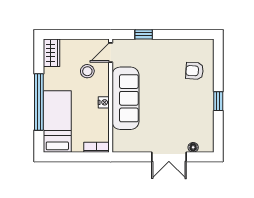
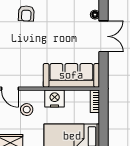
sofa: (125, 98) -> (71, 75), moved
nightstand: (104, 102) -> (55, 99), width x1.89, depth x1.79

